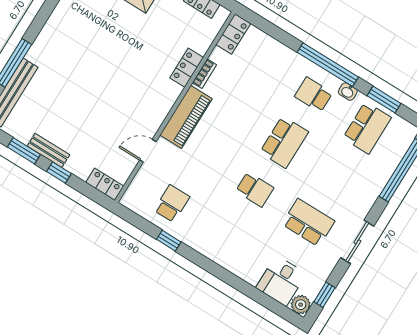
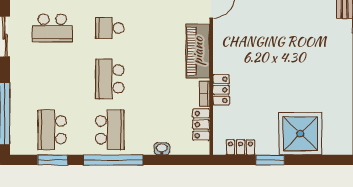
locker: (233, 34) -> (201, 125), moved
washbasin: (348, 92) -> (162, 149), moved
school desk: (313, 95) -> (110, 130), width x1.85

